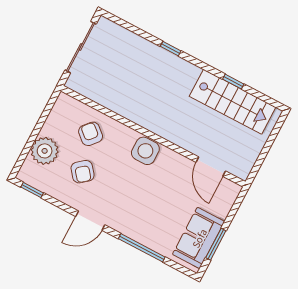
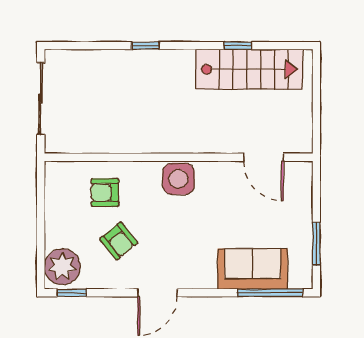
armchair: (91, 134) -> (105, 193), turned -41
plant: (45, 151) -> (62, 267), moved
sofa: (199, 238) -> (253, 269), moved, turned 90
window: (142, 248) -> (270, 293), moved

